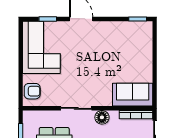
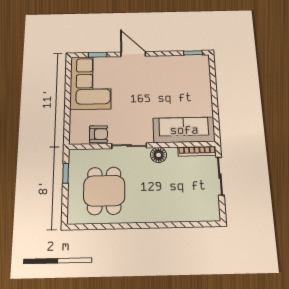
armchair: (32, 91) -> (98, 134), moved
sofa: (133, 95) -> (184, 130), width x1.36

